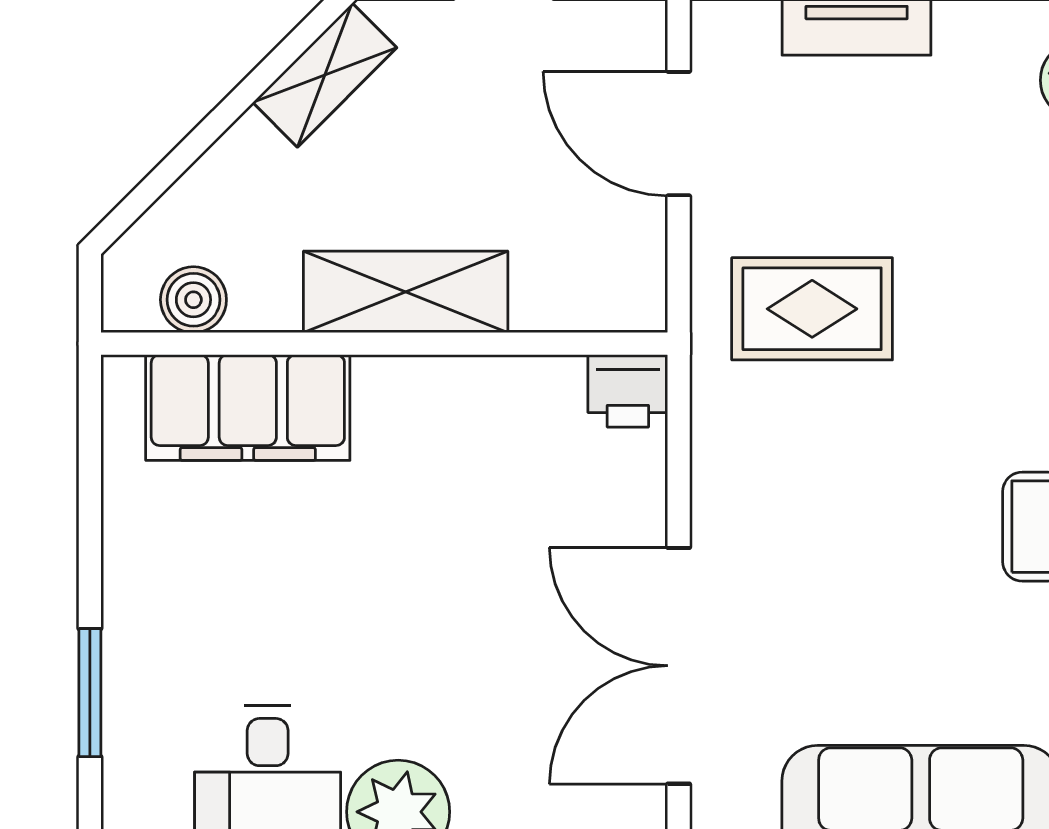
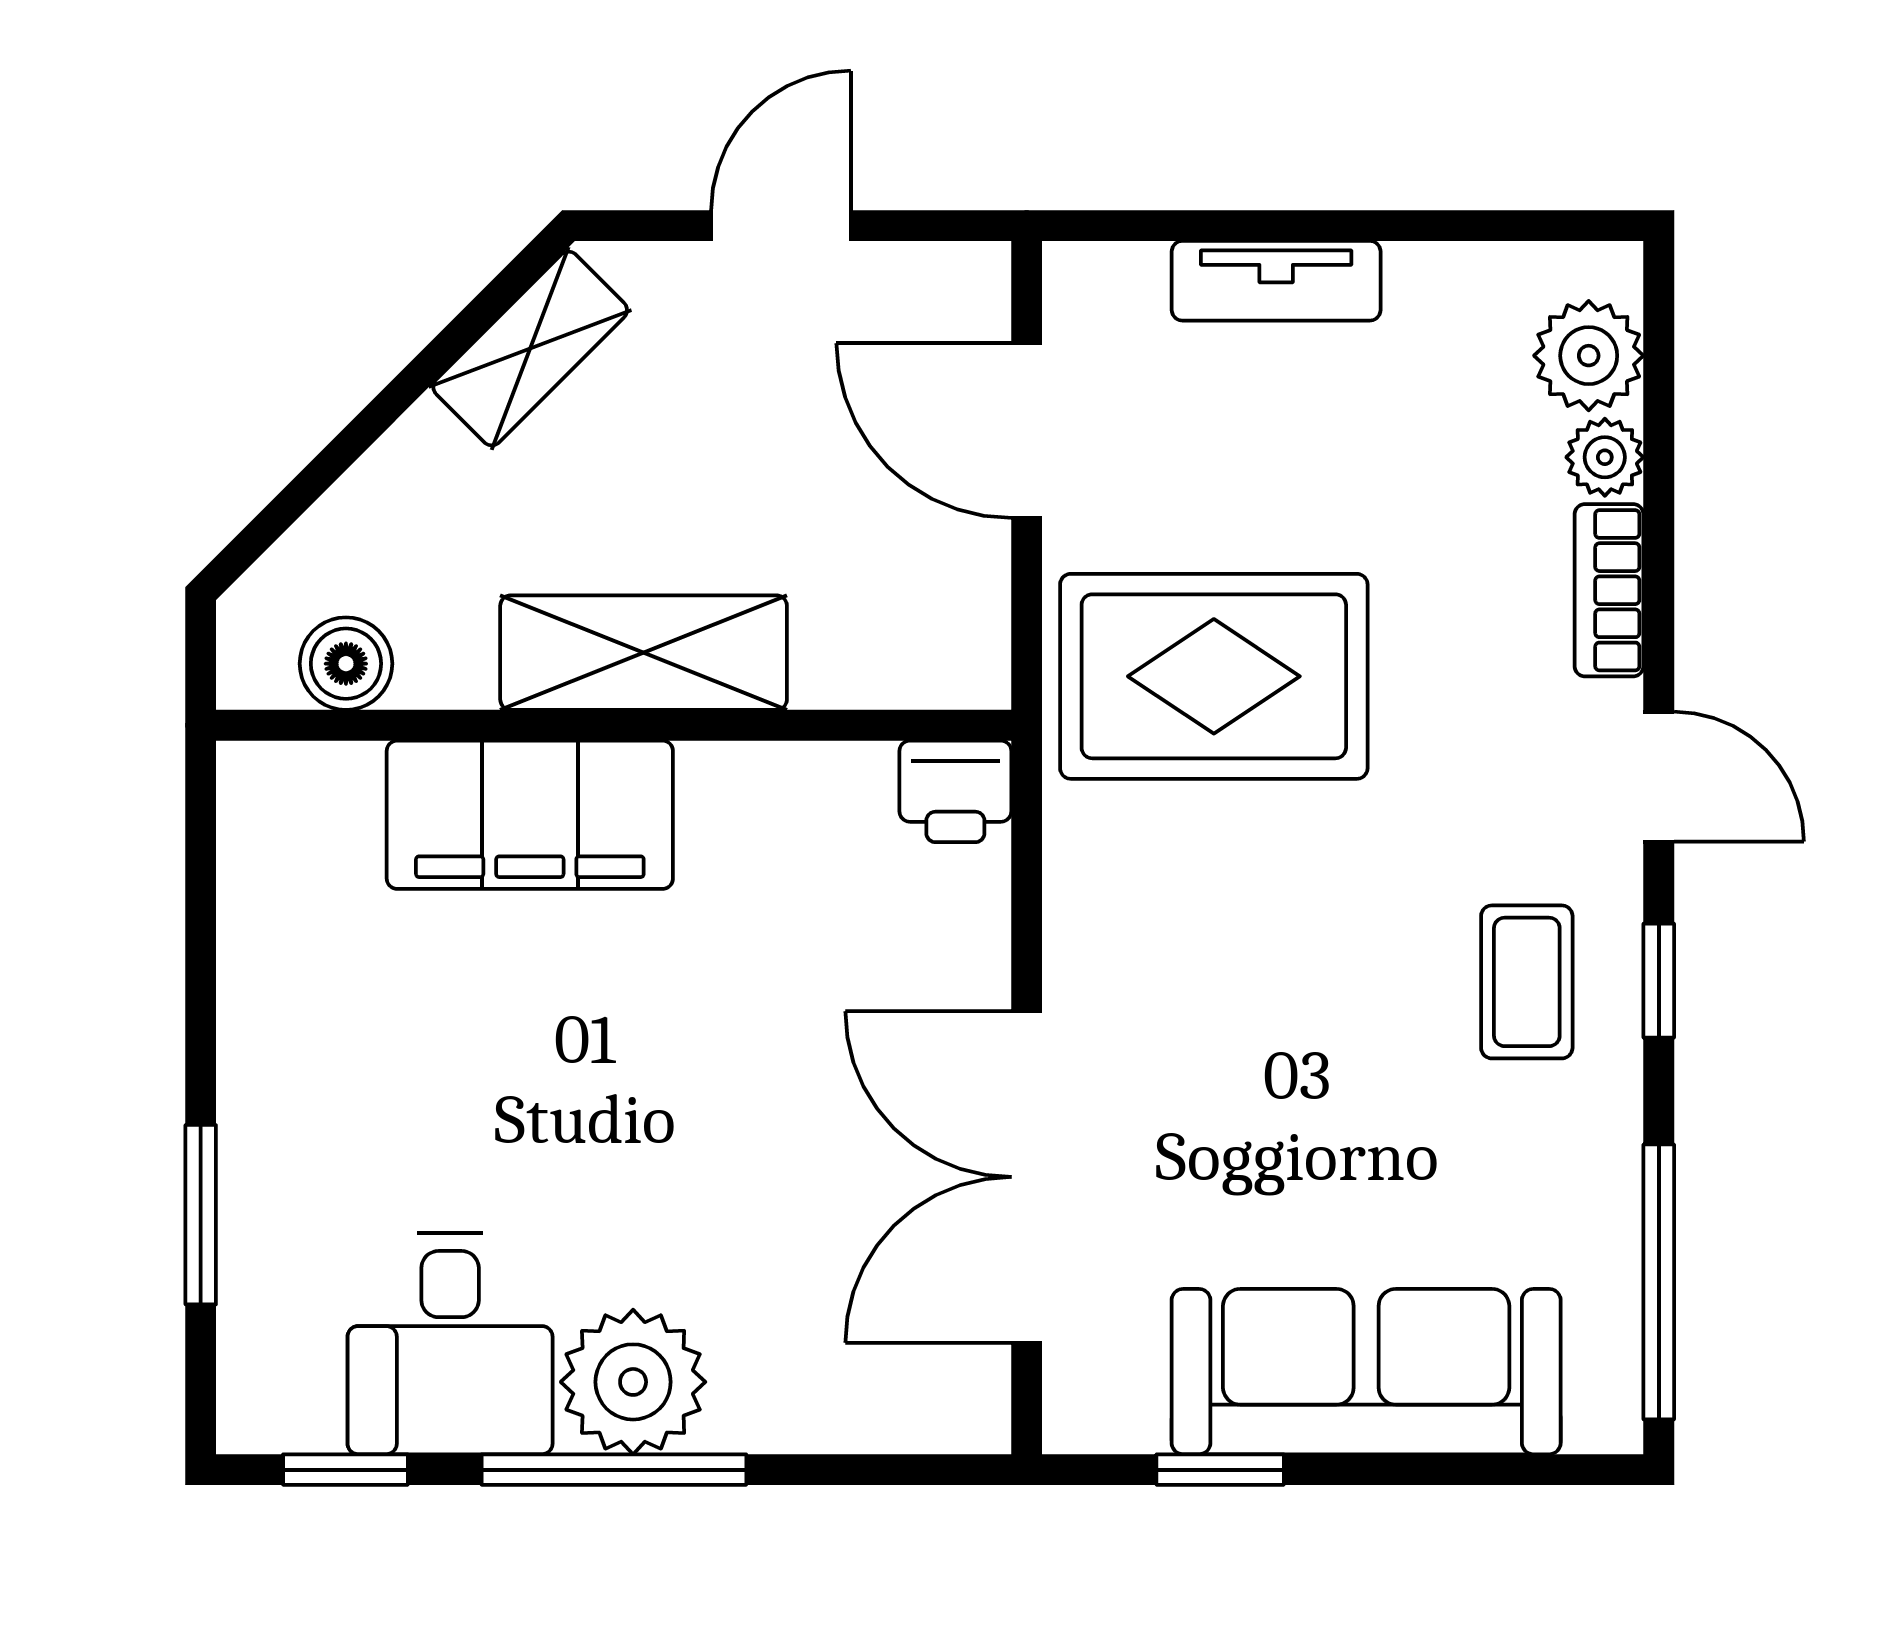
rug: (812, 309) -> (1214, 676), width x1.36, depth x1.43
filing cabinet: (248, 407) -> (530, 815), moved

